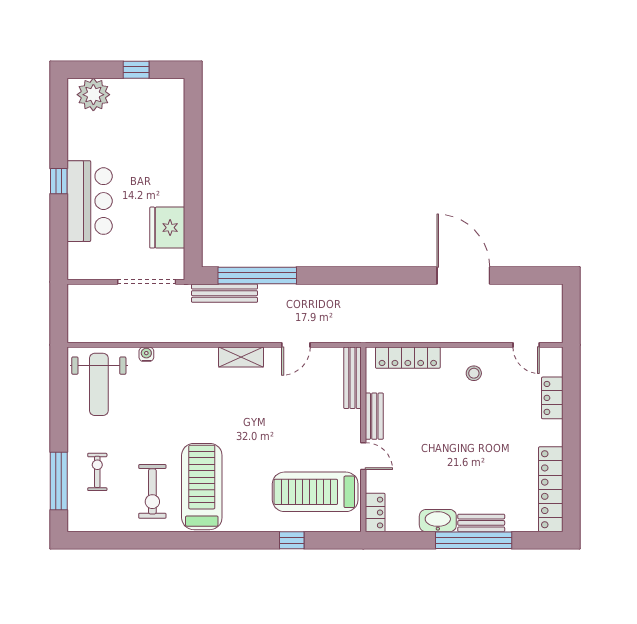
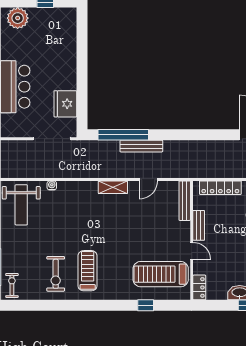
bench: (225, 293) -> (141, 146), moved
exercise bike: (97, 472) -> (12, 285), moved
treadmill: (202, 487) -> (88, 271), width x0.73, depth x0.73

